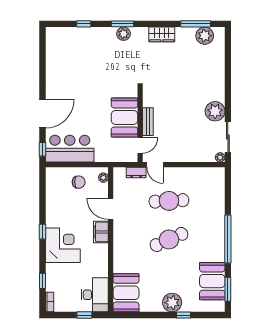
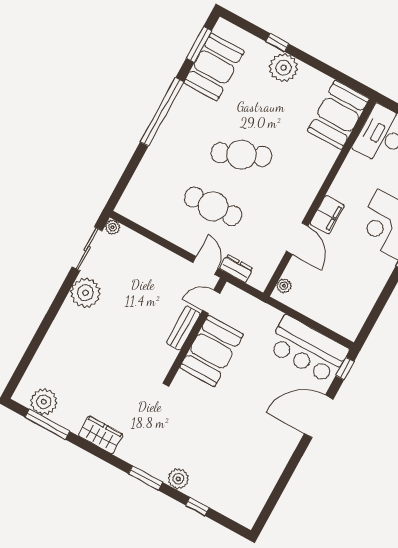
plant: (124, 34) -> (178, 479), moved
chair: (79, 182) -> (321, 298), removed

